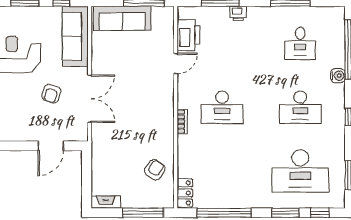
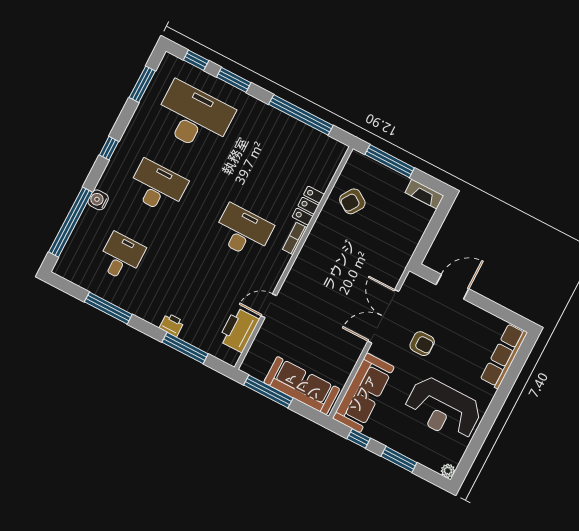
armchair: (51, 94) -> (422, 344), turned 73
locker: (185, 193) -> (308, 206), moved

